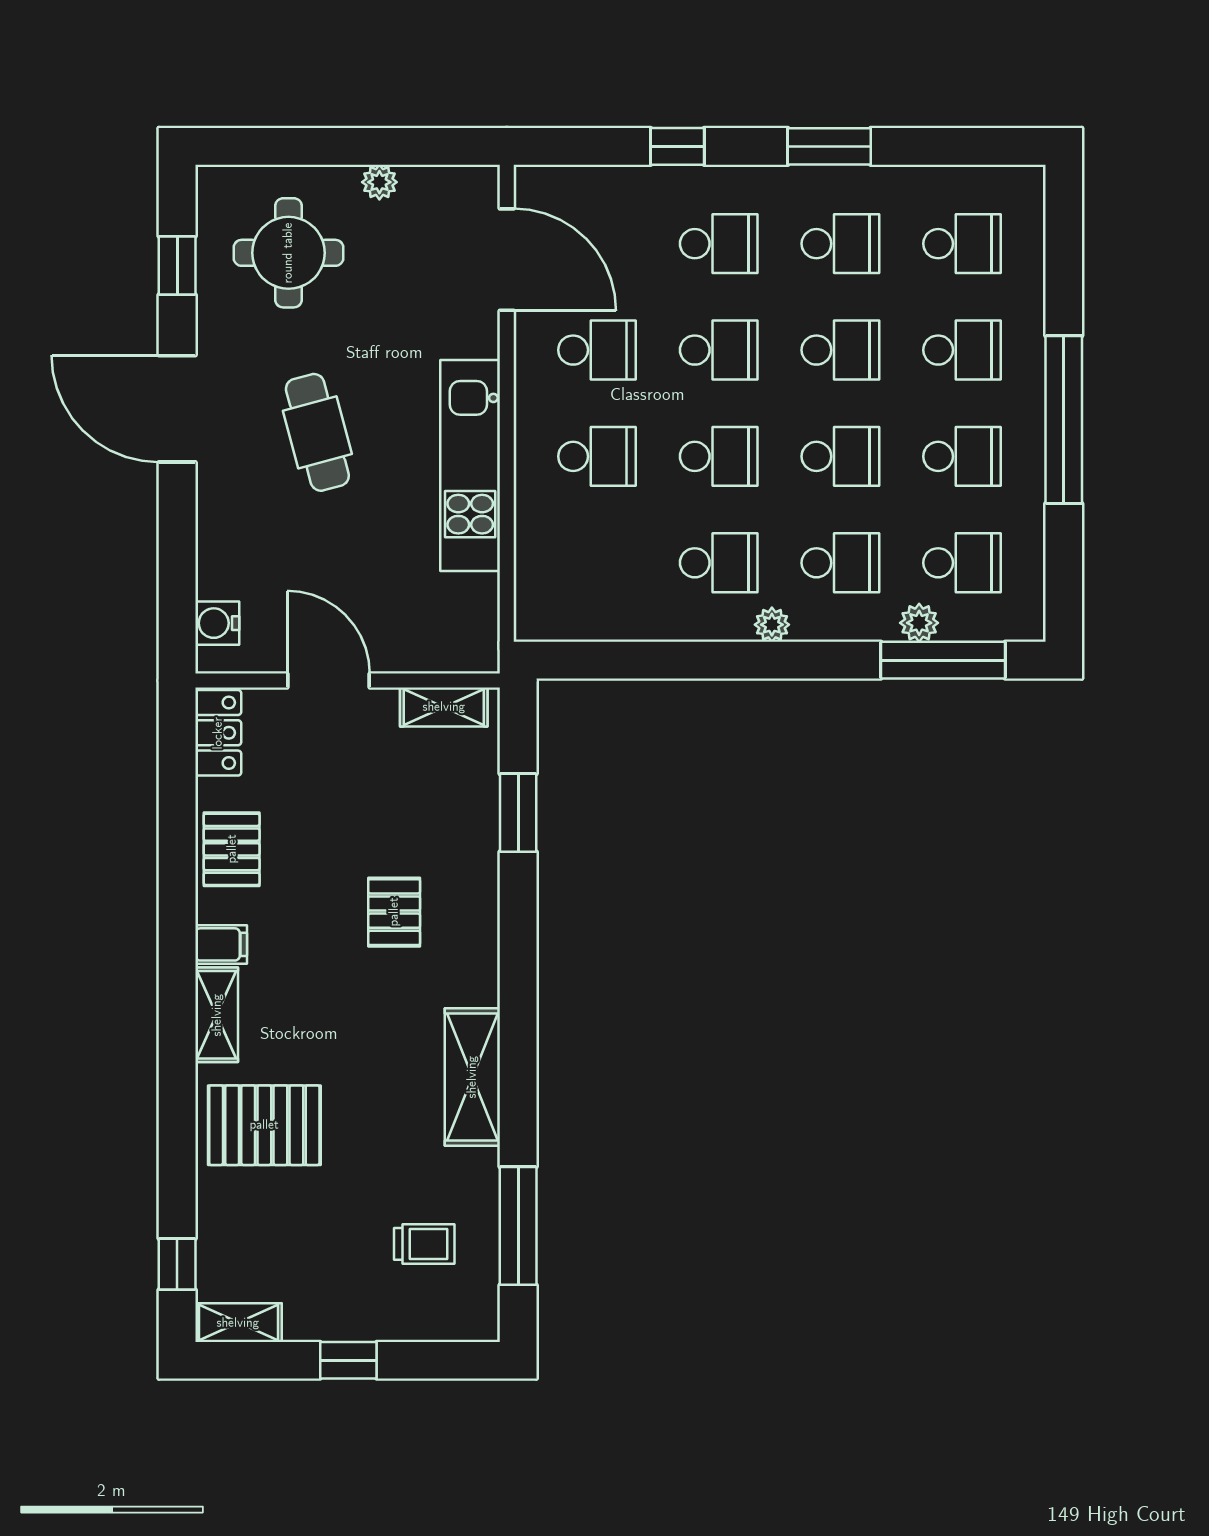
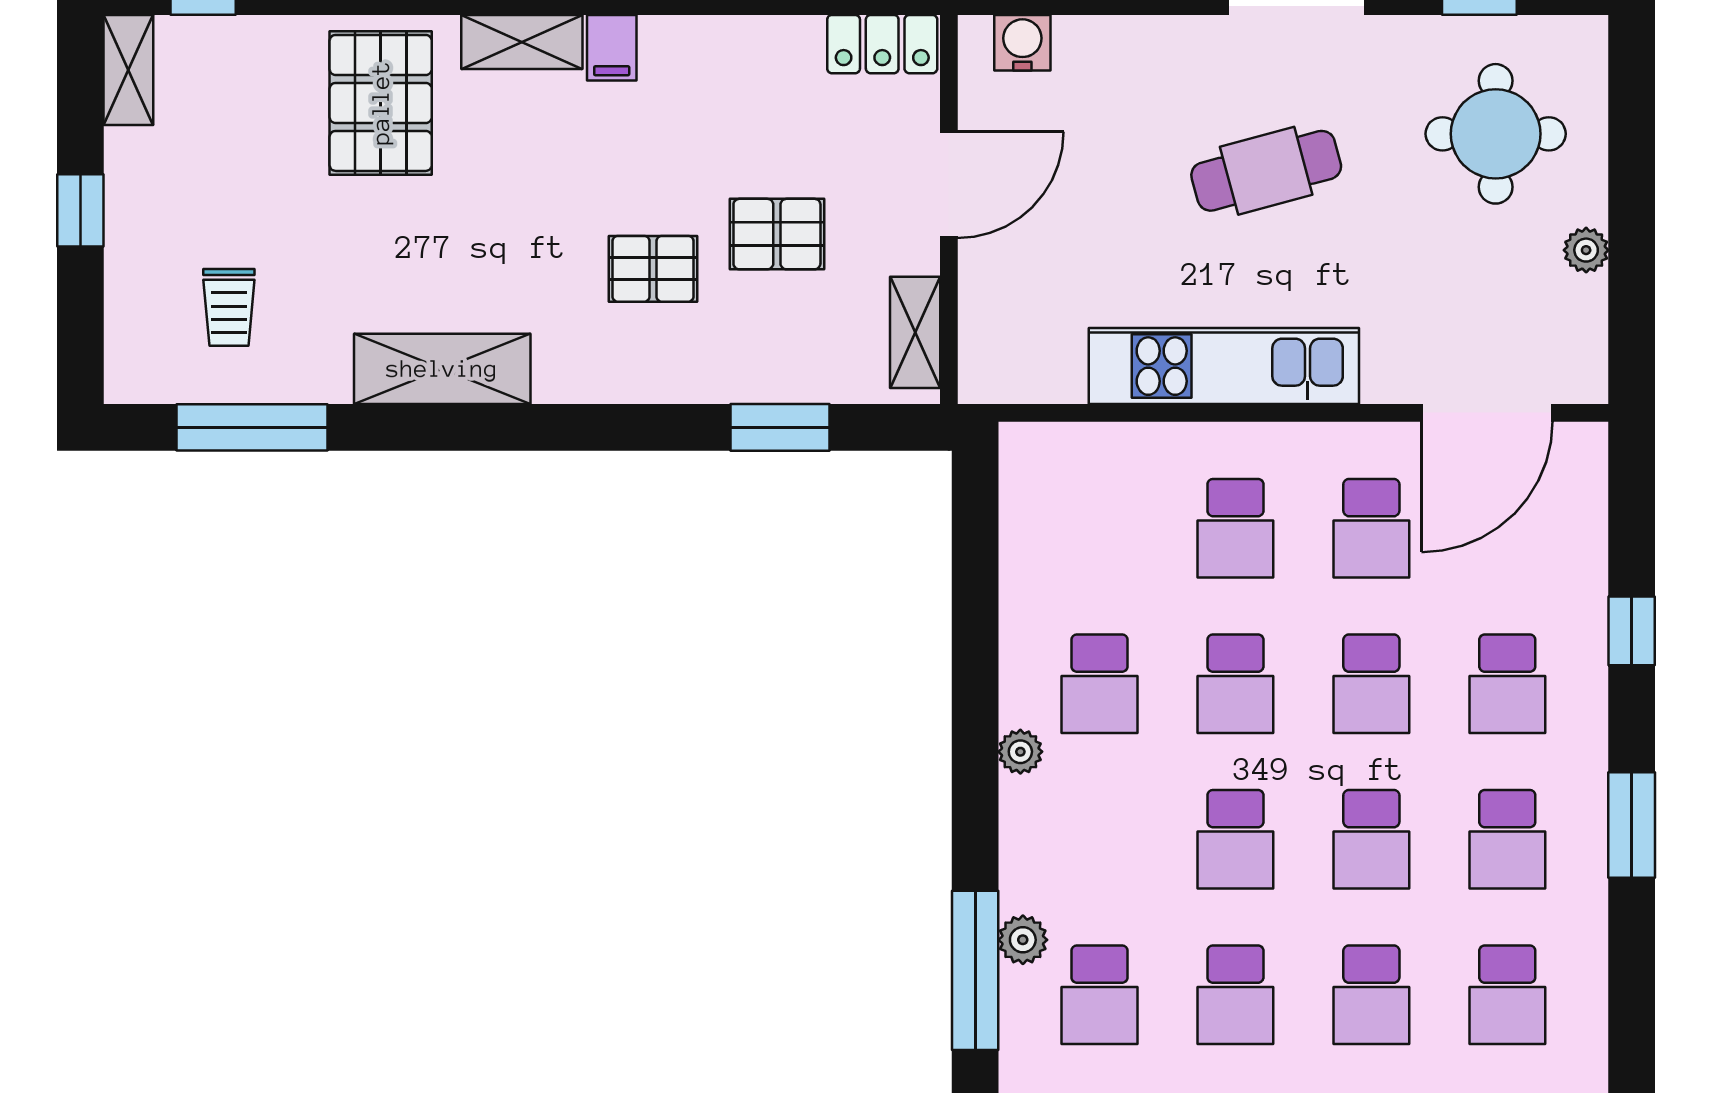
school desk: (840, 563) -> (1099, 839), removed
pallet: (232, 849) -> (777, 234), moved

